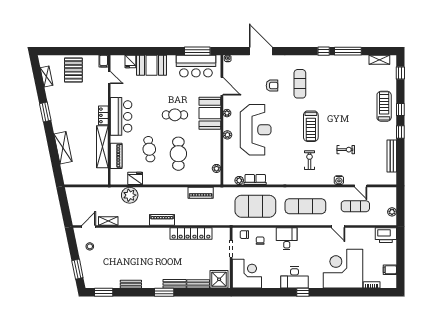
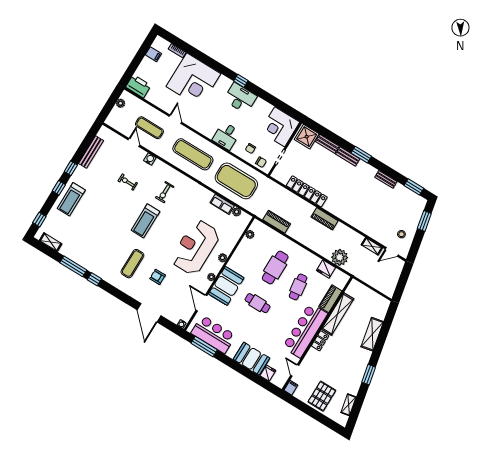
bar counter: (121, 116) -> (305, 330), width x1.36
treadmill: (311, 126) -> (145, 221), turned 180

